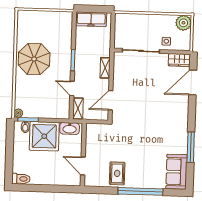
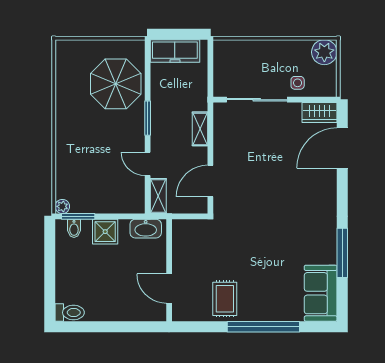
parasol: (34, 59) -> (116, 84), moved
shower: (44, 136) -> (105, 232), width x0.54, depth x0.54

